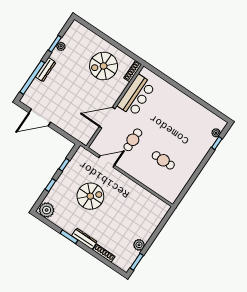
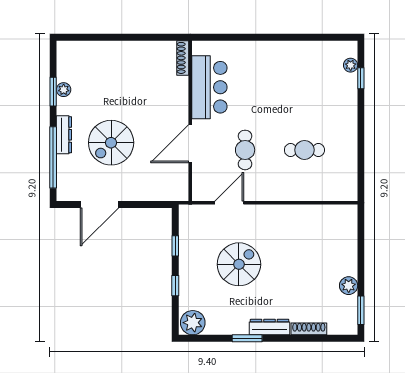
spiral stairs: (104, 66) -> (111, 143), moved

